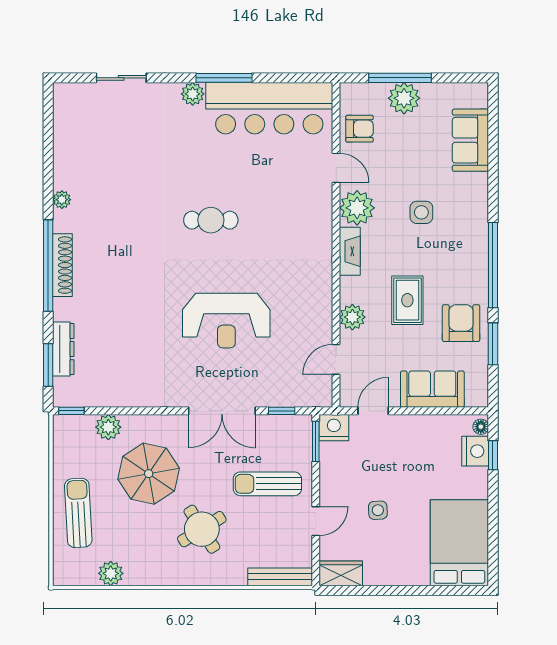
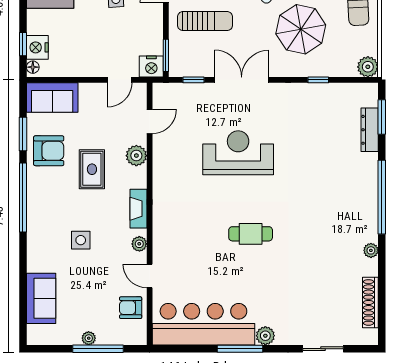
plant: (404, 98) -> (89, 338), width x0.53, depth x0.53
plant: (357, 208) -> (139, 244), width x0.53, depth x0.53
shoe rack: (62, 265) -> (370, 302), moved
armchair: (461, 323) -> (49, 151), turned -90
sofa: (432, 389) -> (52, 97), moved
window: (71, 411) -> (318, 80), moved
plant: (108, 427) -> (368, 67), moved

